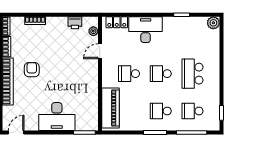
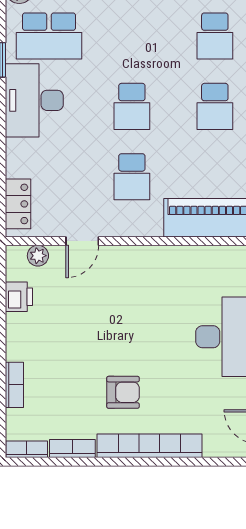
desk: (146, 30) -> (34, 100), moved
door: (100, 51) -> (82, 241), hinge flipped
armchair: (32, 70) -> (123, 392), turned 180
school desk: (192, 74) -> (49, 36), moved

